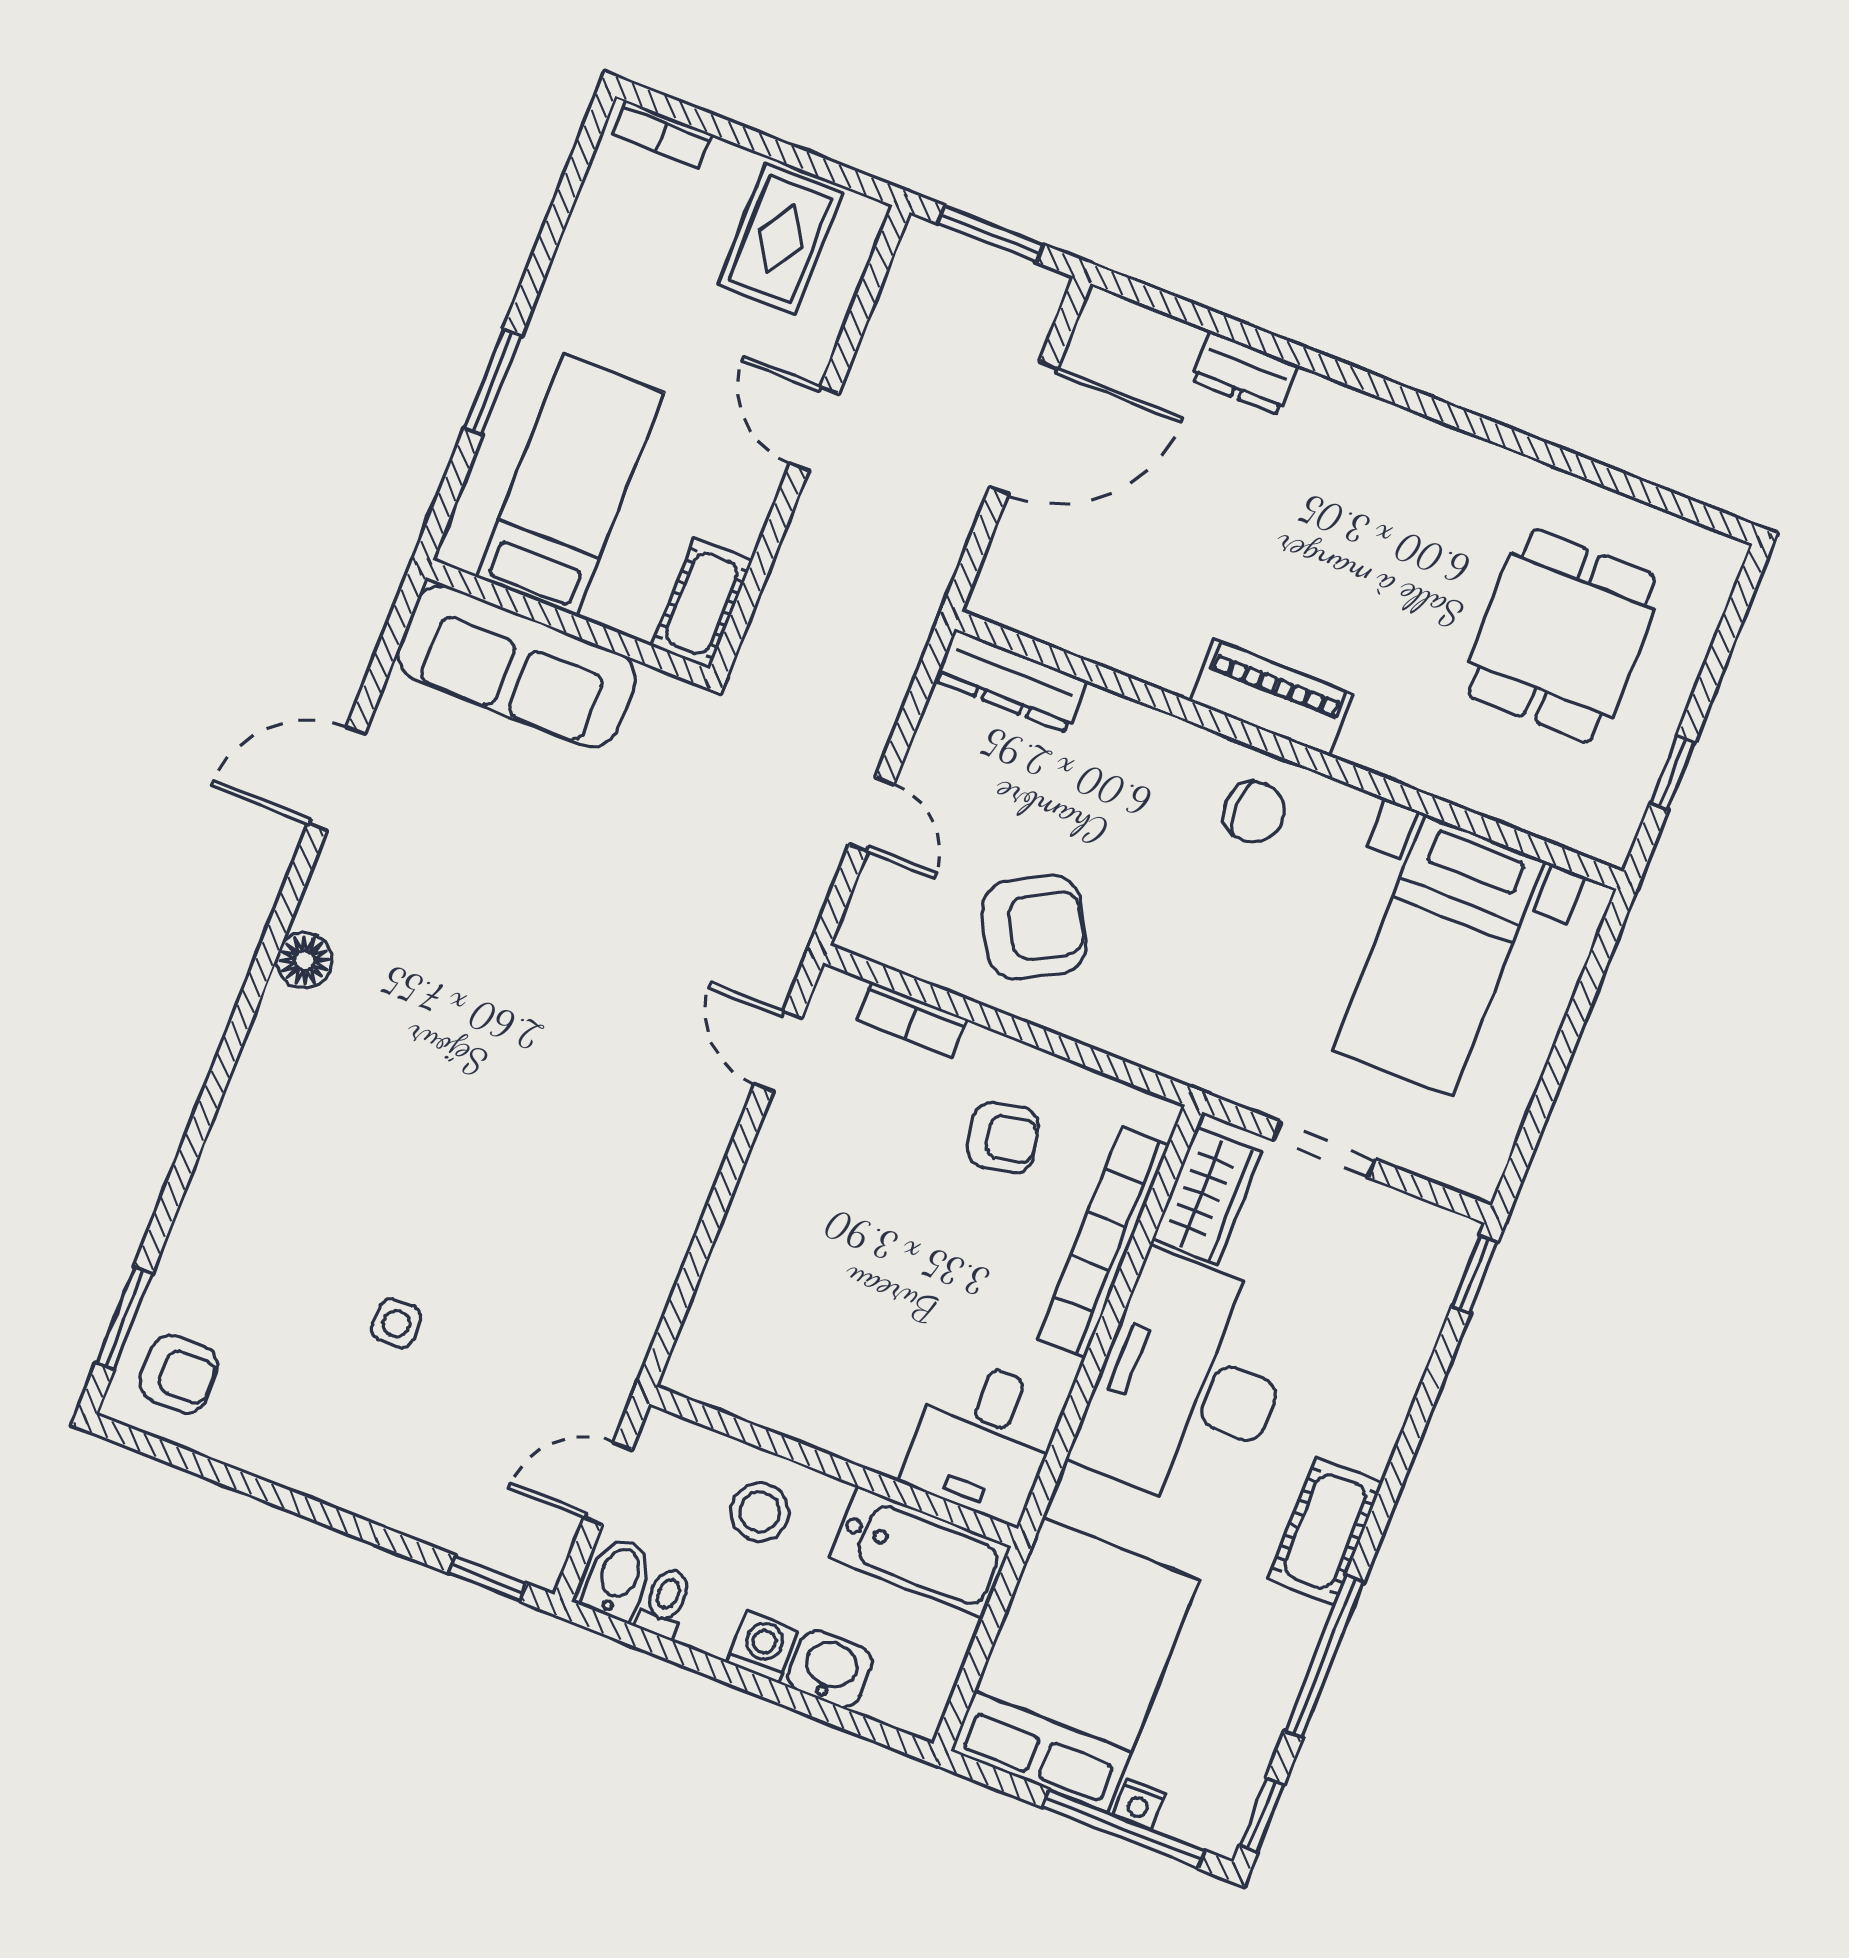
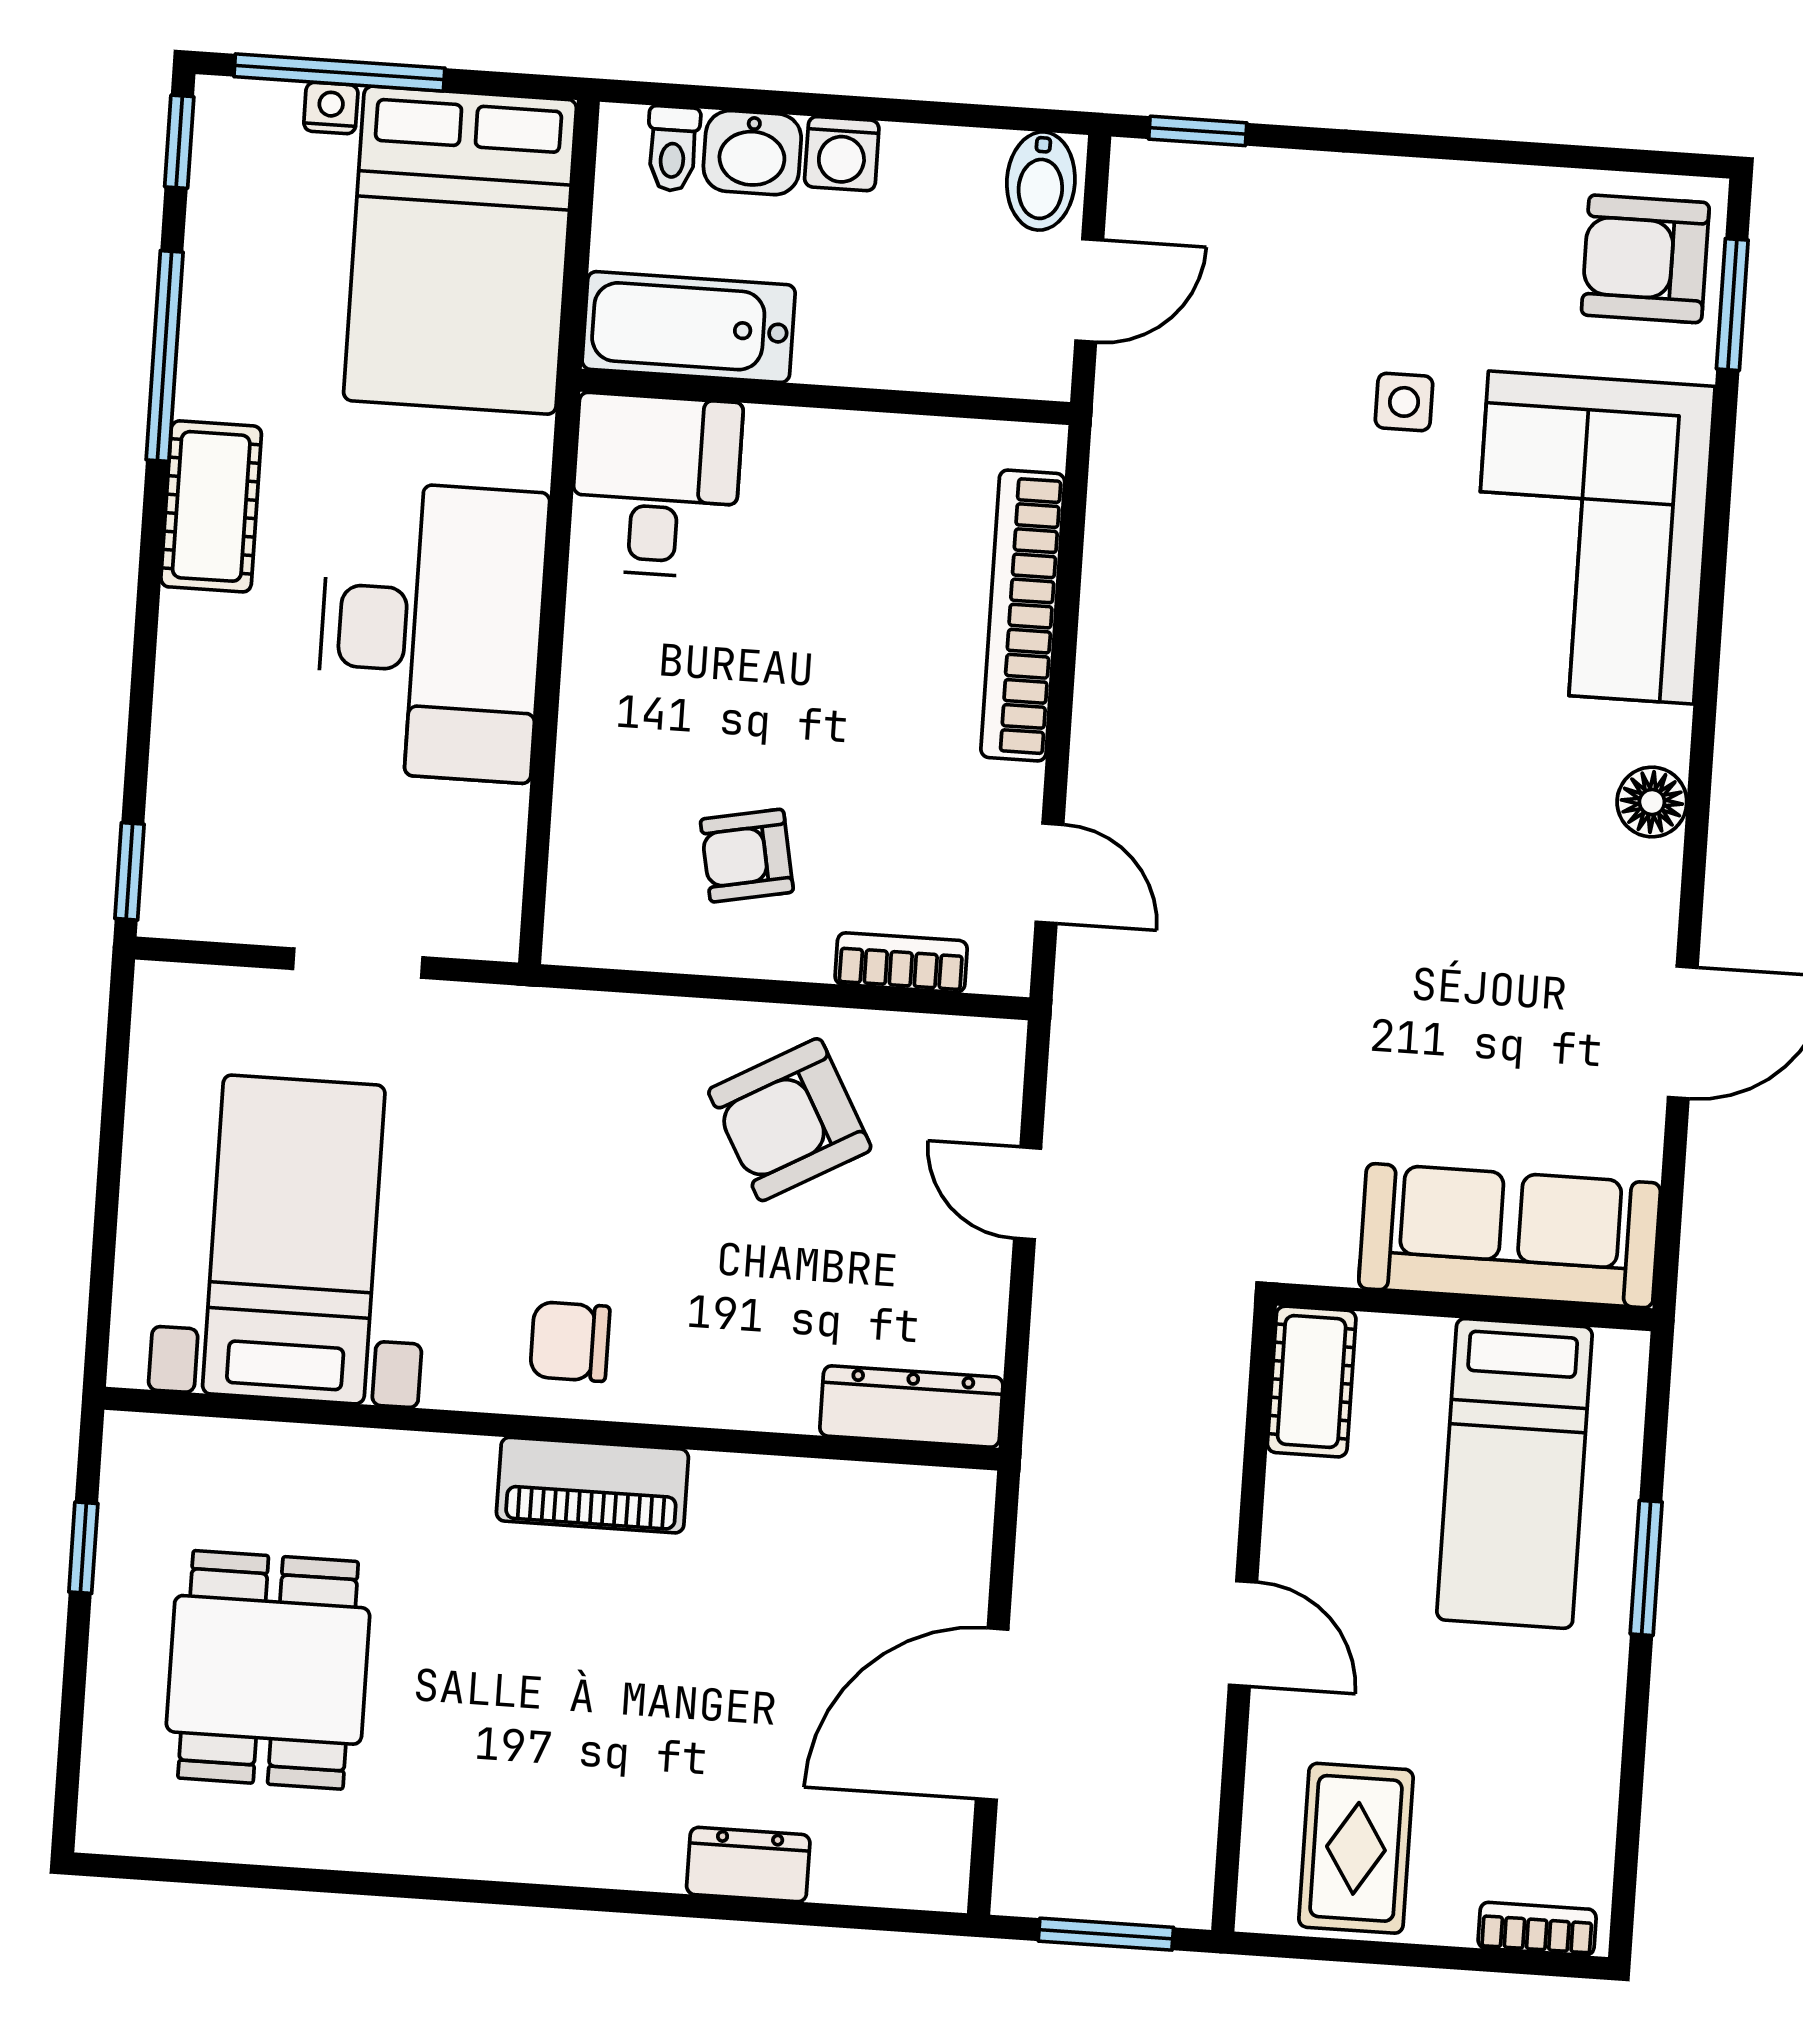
corner sofa: (287, 1176) -> (1591, 538), added
wardrobe: (1207, 1196) -> (481, 863), removed
bookcase: (1103, 1242) -> (1023, 616), moved, turned 180
armchair: (179, 1374) -> (1645, 259), width x1.38, depth x1.38
stool: (760, 1512) -> (896, 314), removed
toilet: (665, 1603) -> (673, 149), moved

